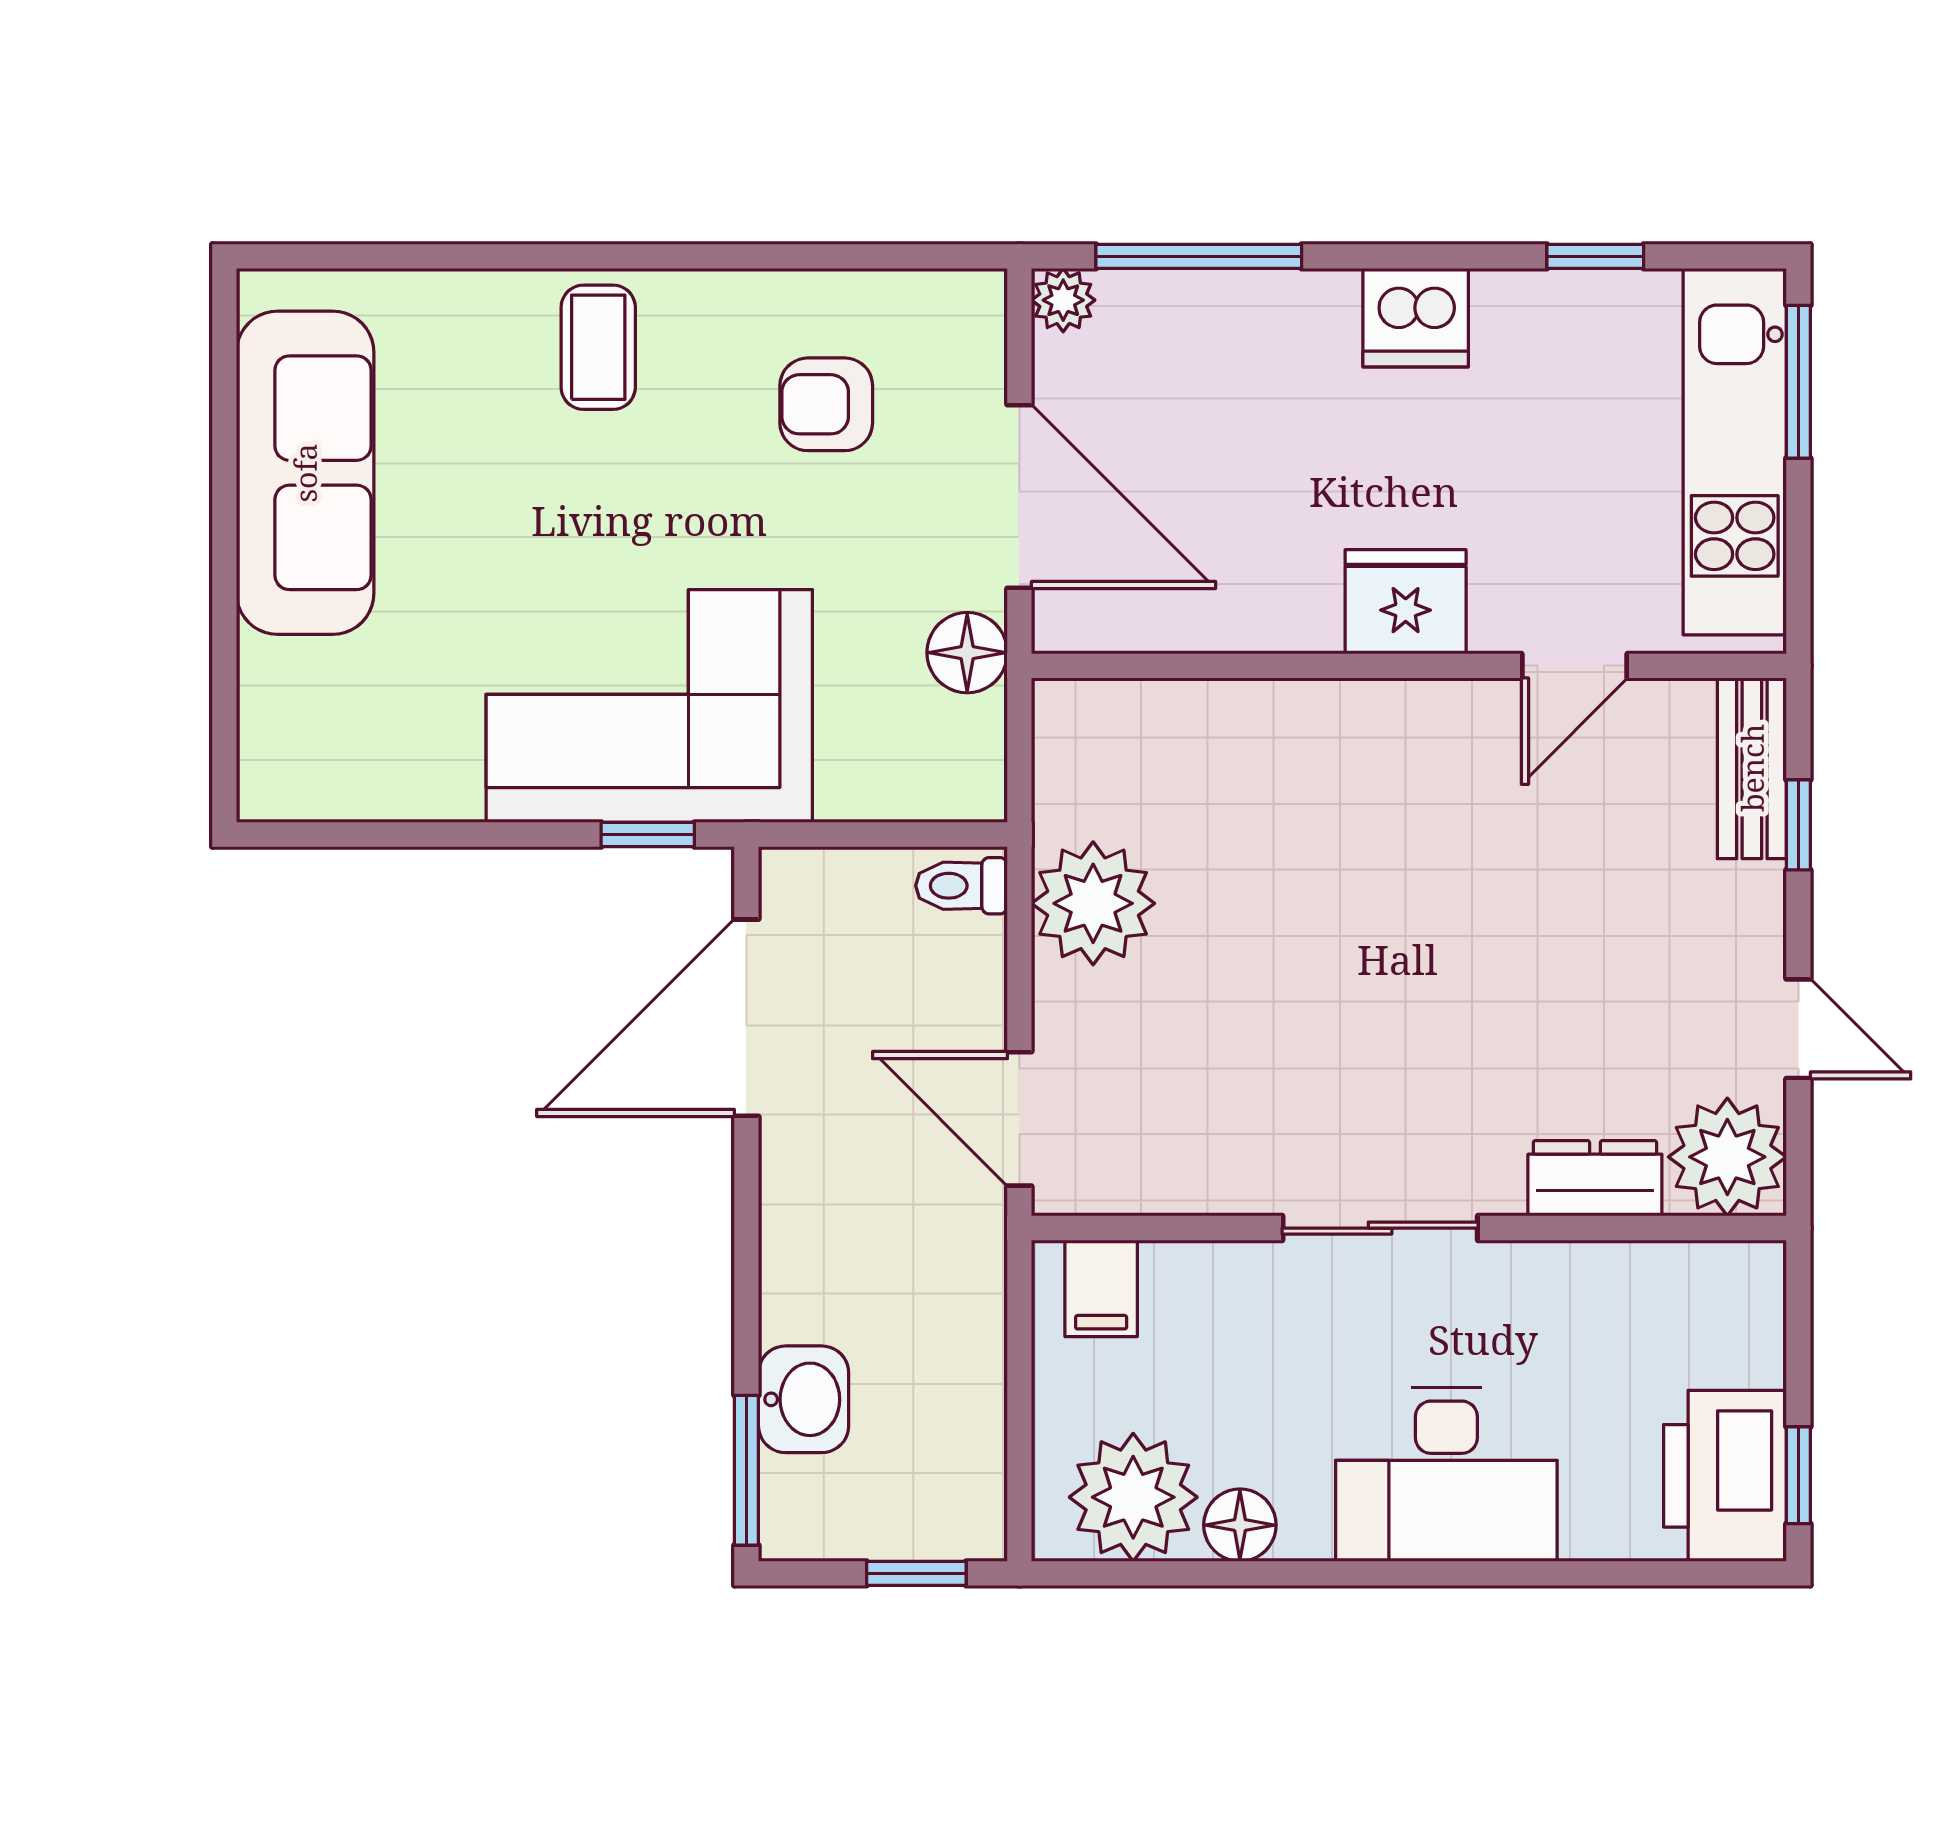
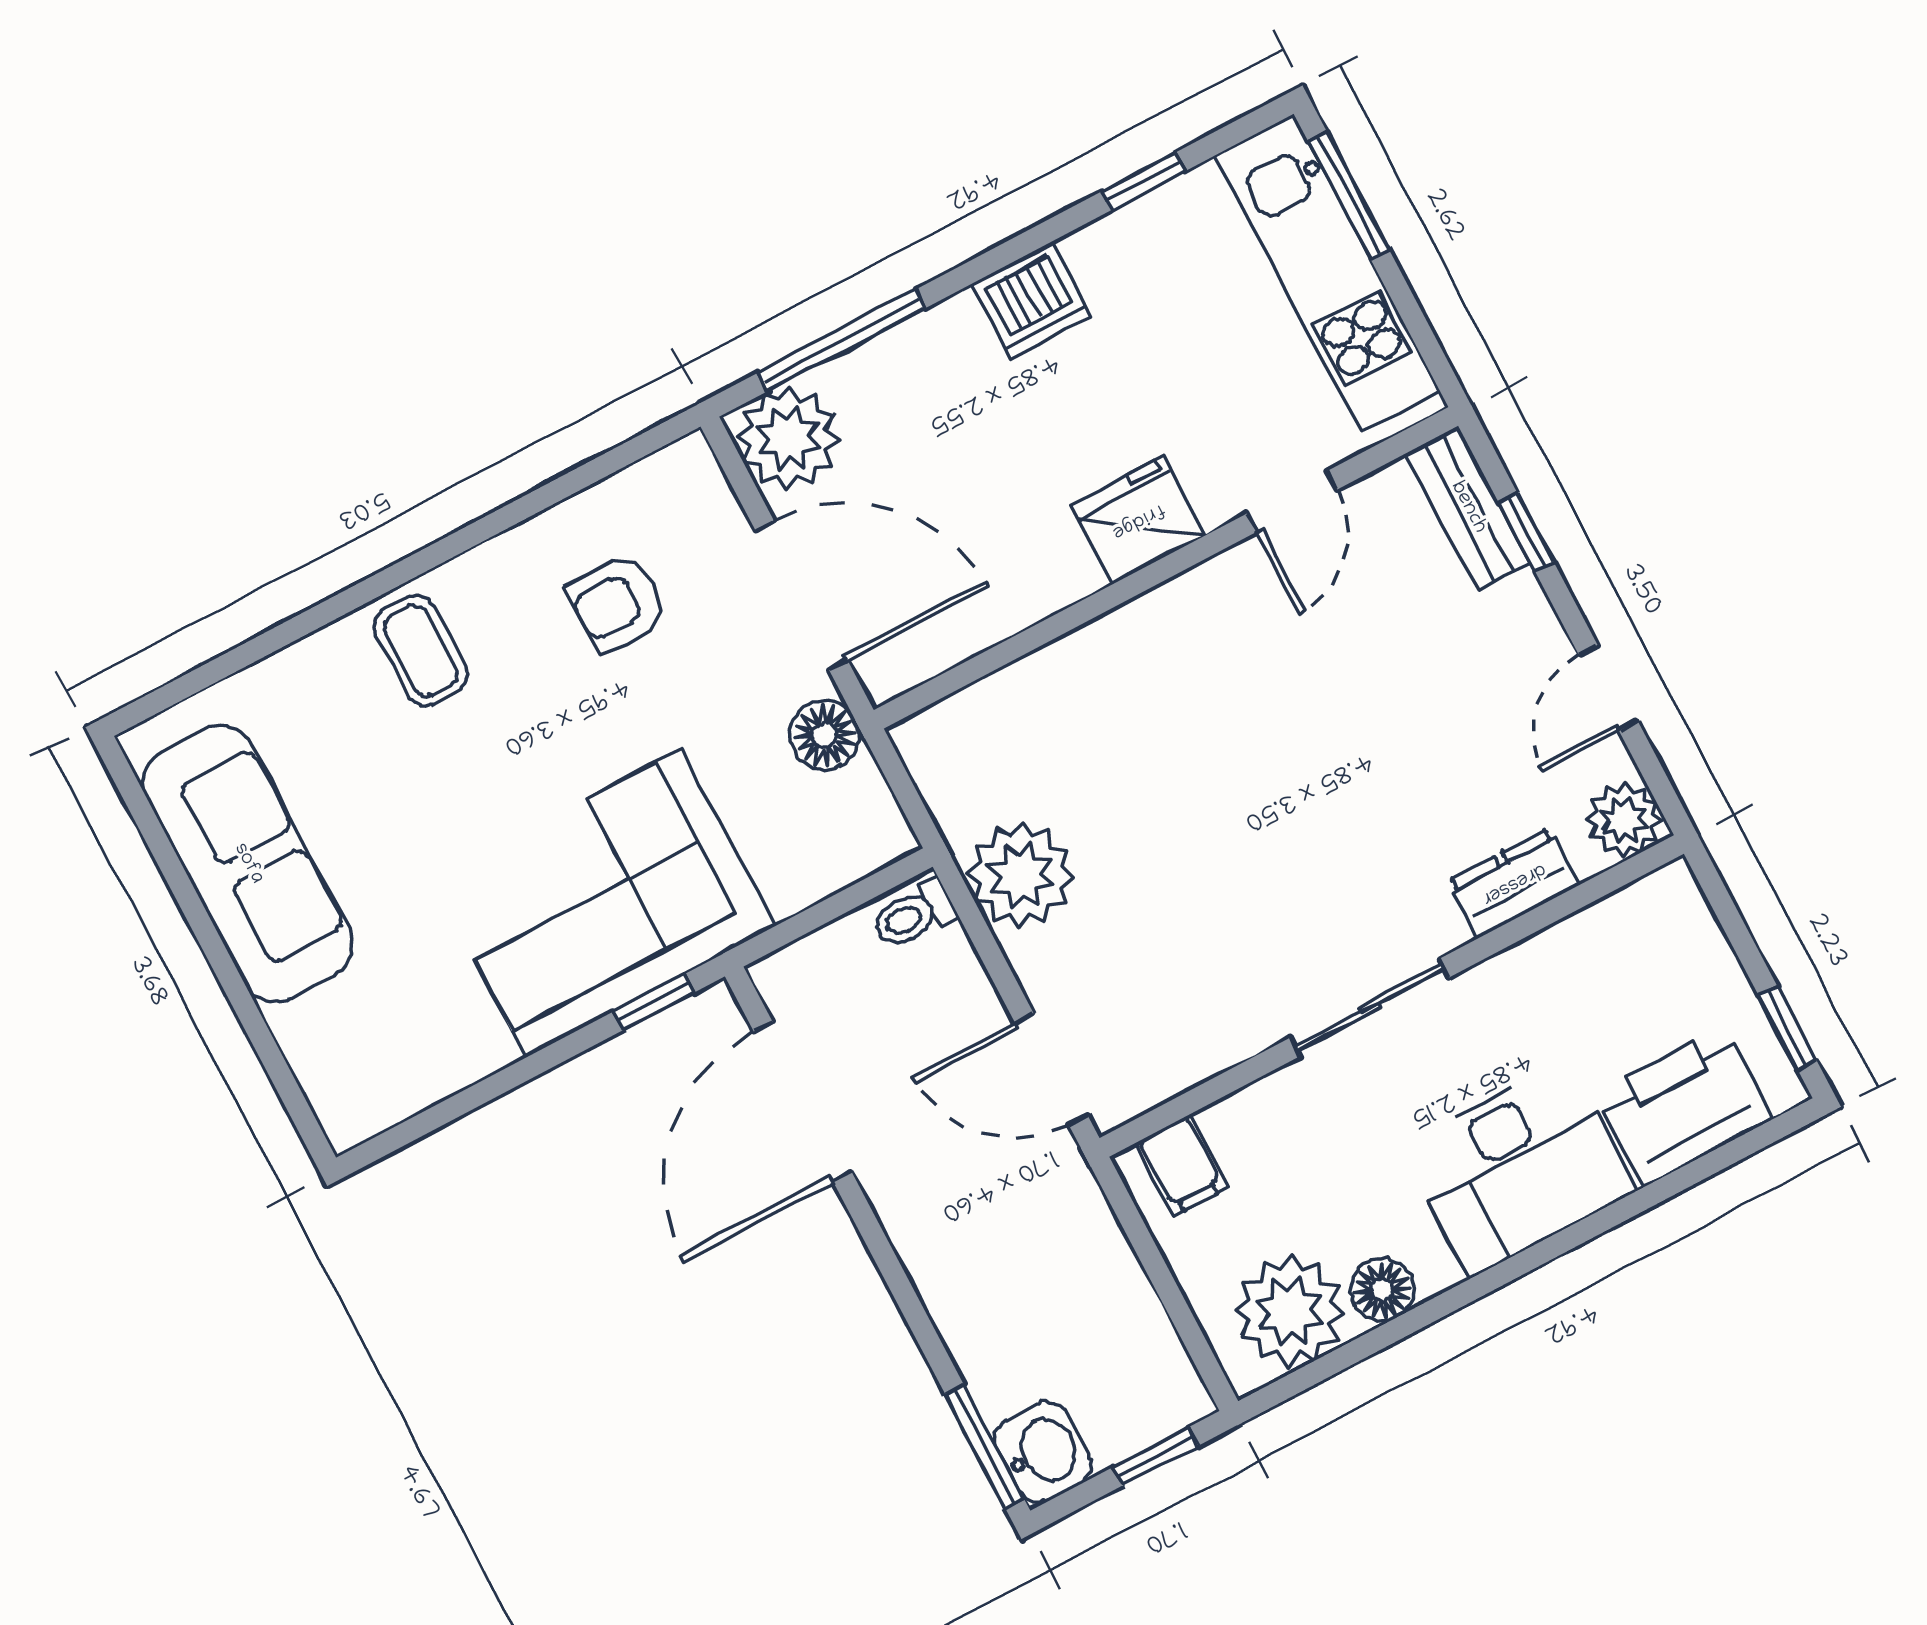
plant: (1063, 300) -> (788, 438), width x1.88, depth x1.88
door: (1798, 1029) -> (1608, 688), swing flipped
plant: (1727, 1157) -> (1624, 820), width x0.73, depth x0.73
washbasin: (804, 1399) -> (1043, 1452), moved
printer: (1725, 1476) -> (1684, 1106), moved, turned 90

